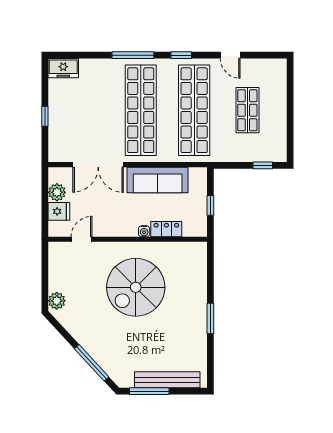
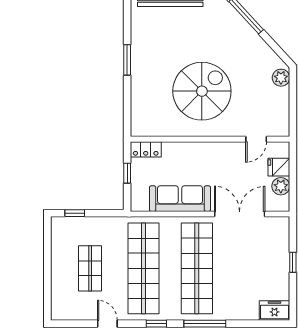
locker: (166, 229) -> (146, 149), moved
water cooler: (144, 231) -> (194, 147), removed

